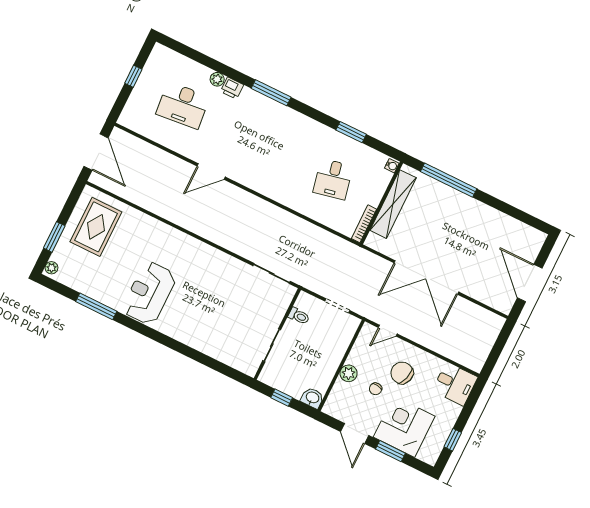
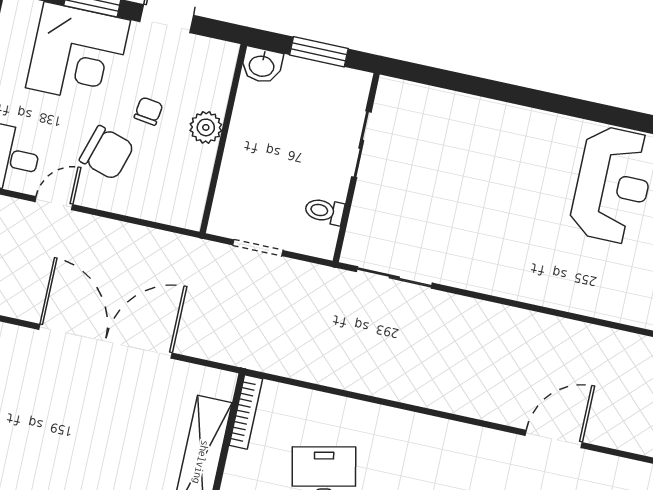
door: (388, 331) -> (54, 203), moved
window: (282, 398) -> (319, 52), width x1.50

